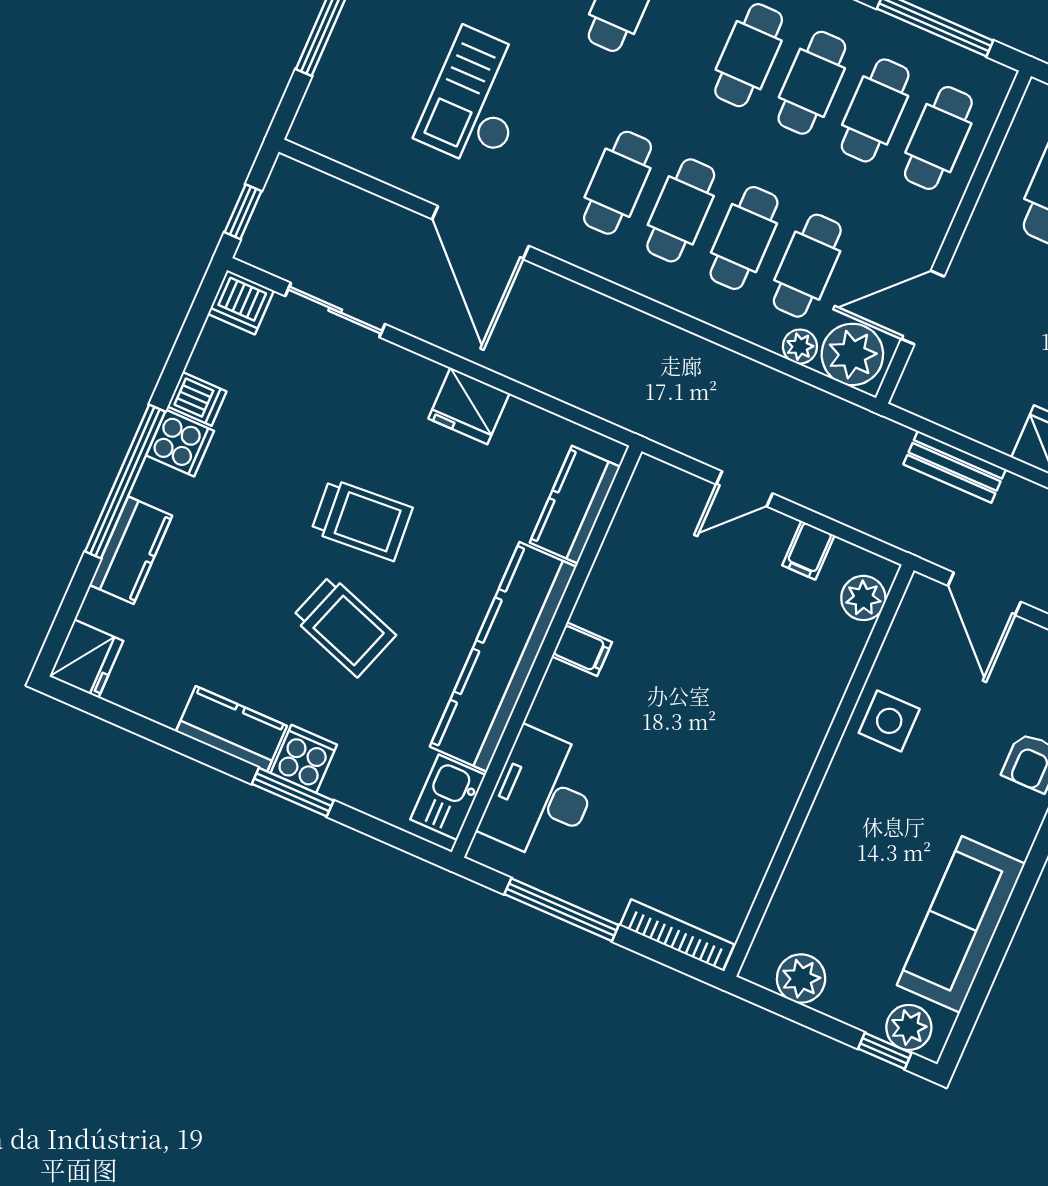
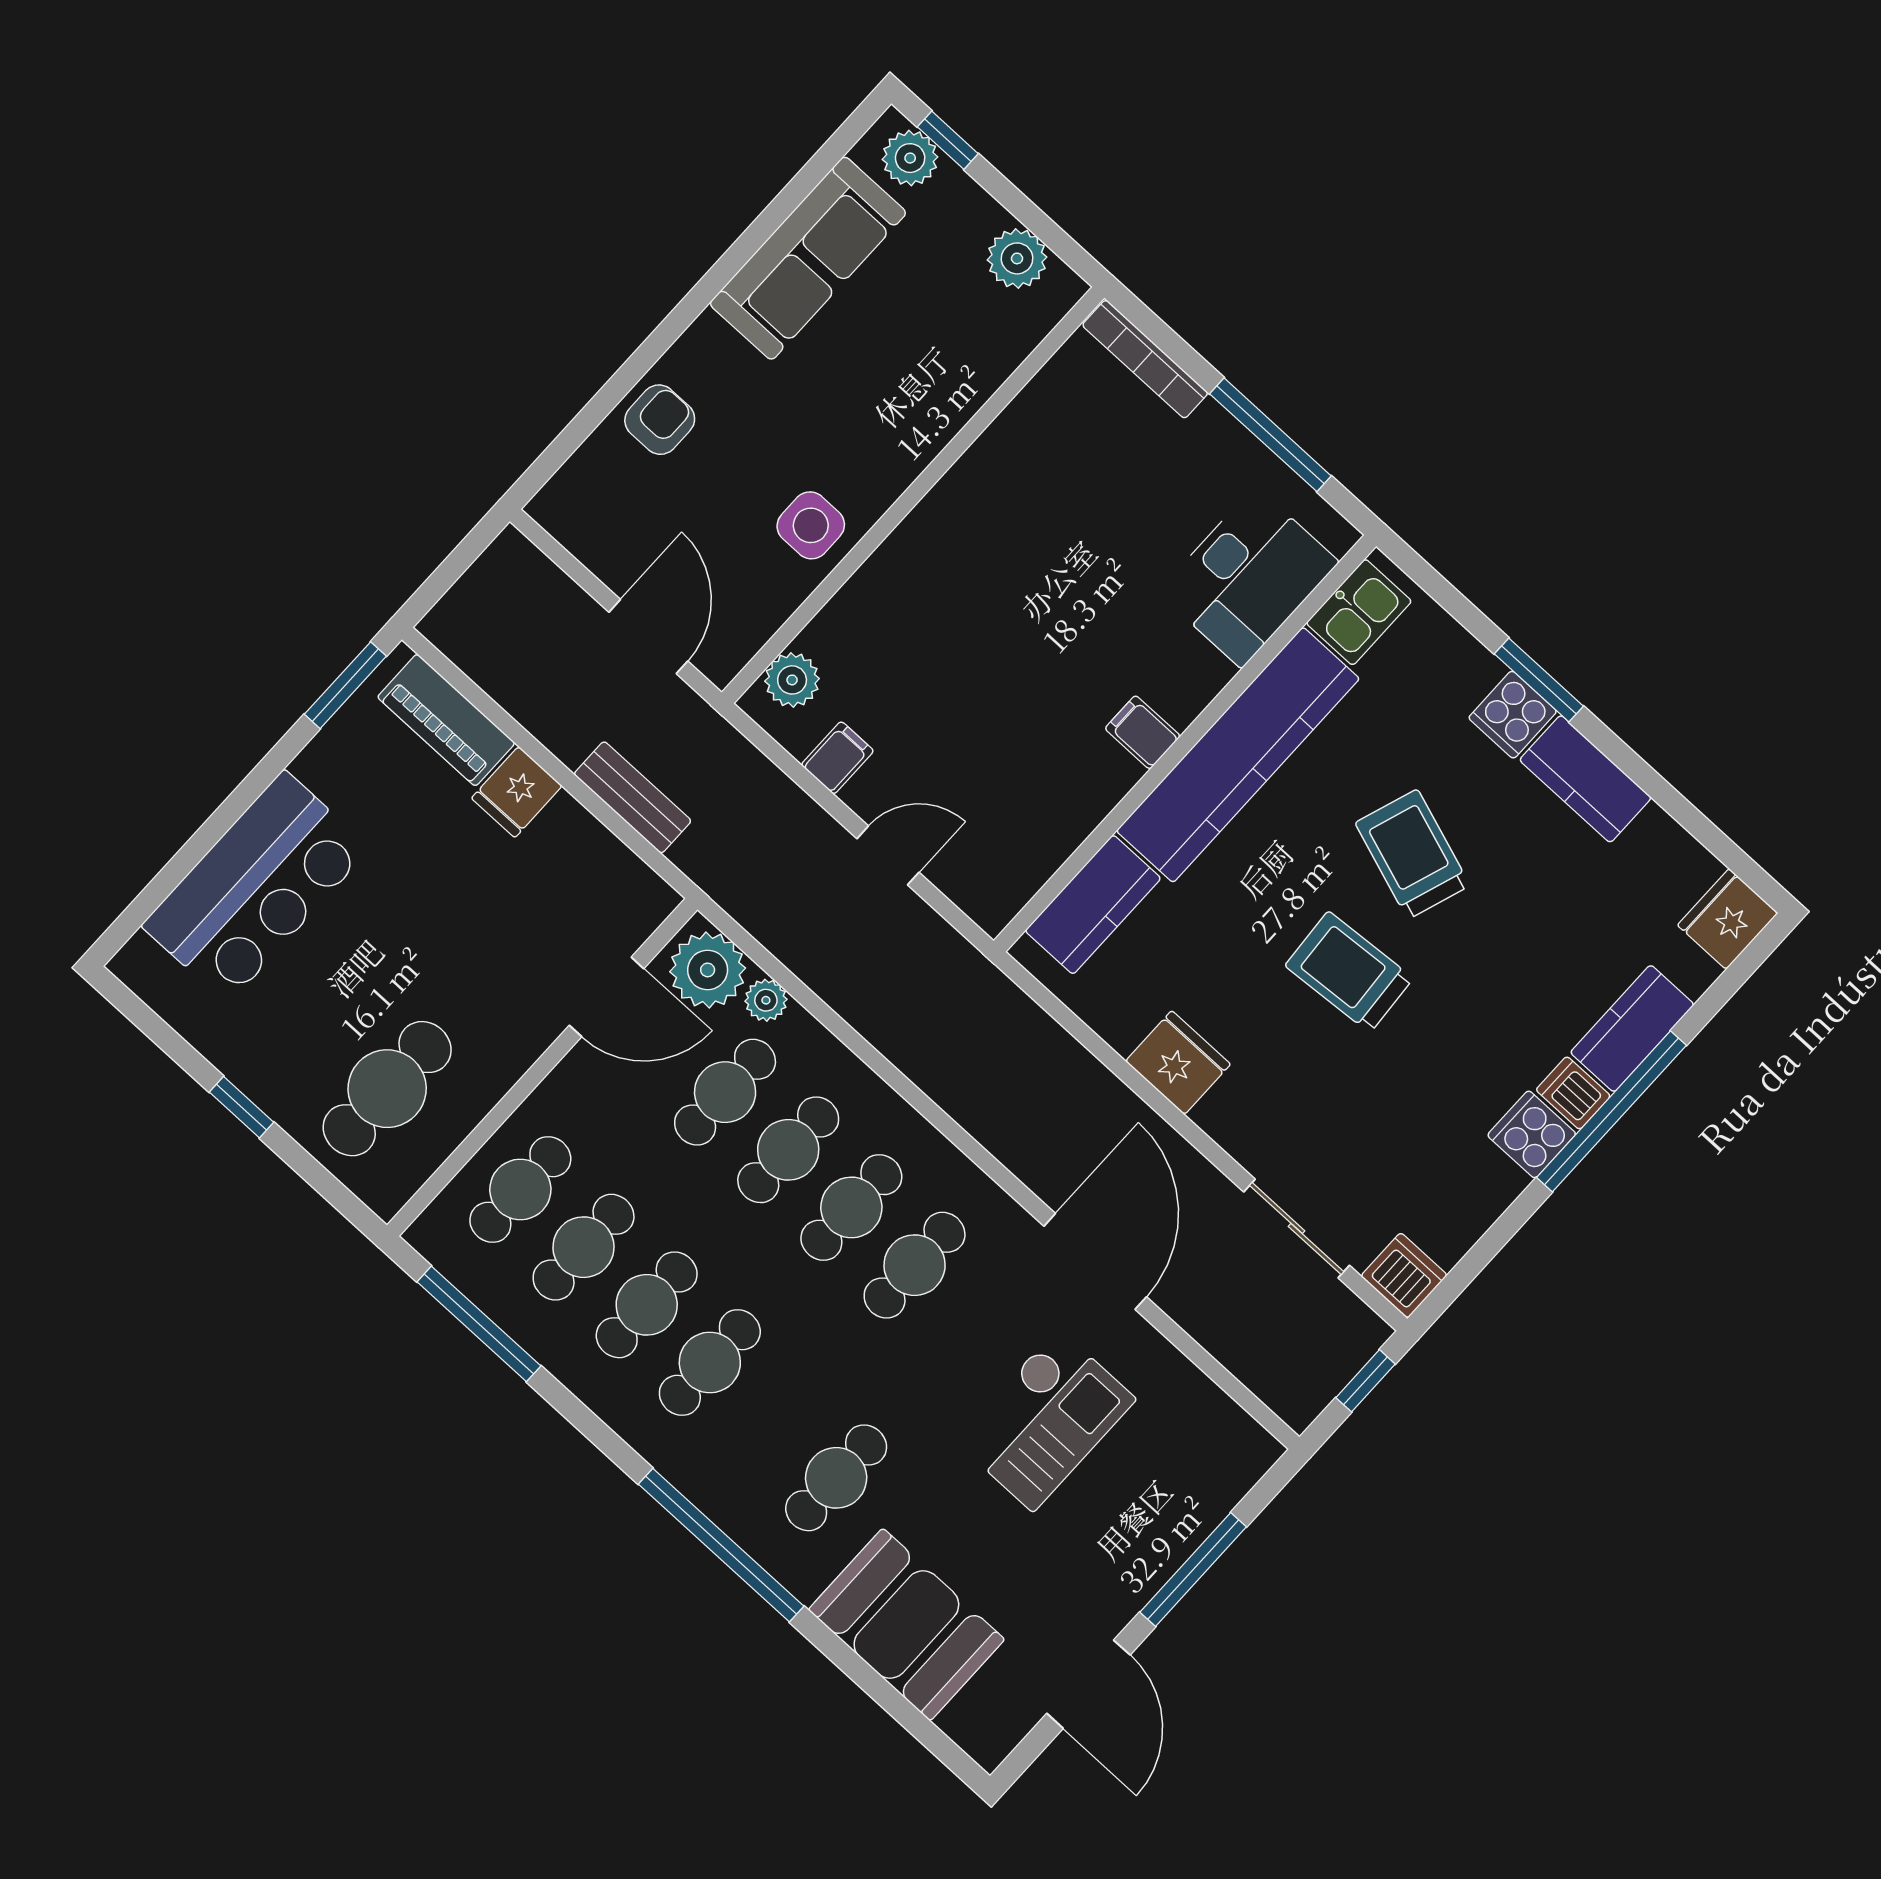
dishwasher: (197, 399) -> (1573, 1093), moved

